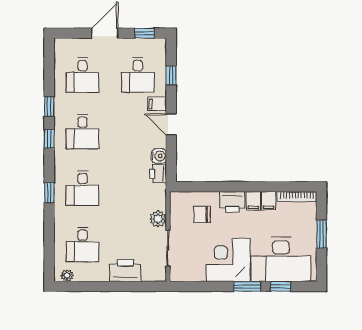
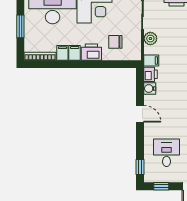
window: (171, 75) -> (140, 167), moved
filing cabinet: (157, 104) -> (151, 60), moved
chair: (202, 214) -> (115, 42), turned 180

